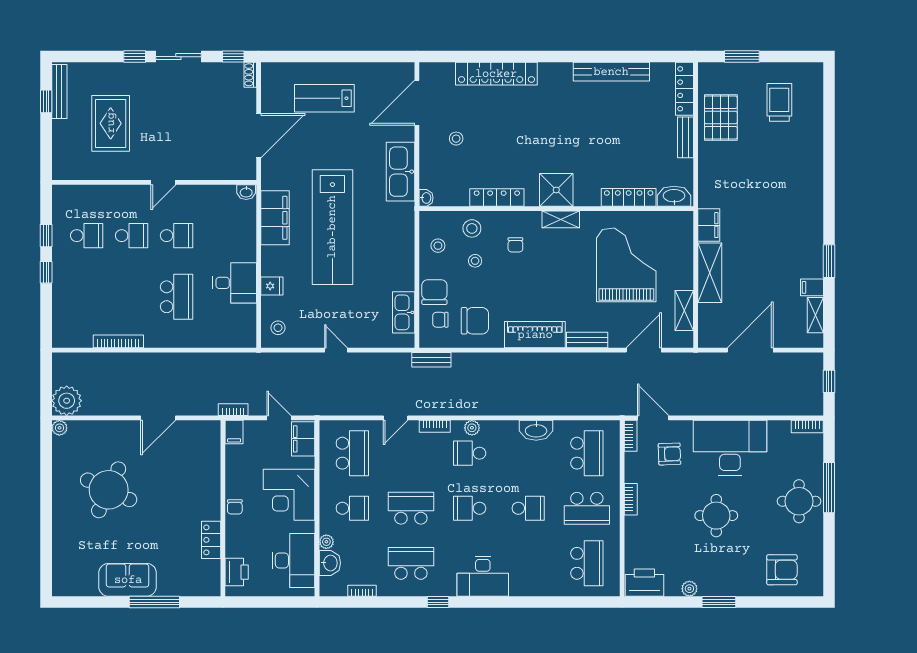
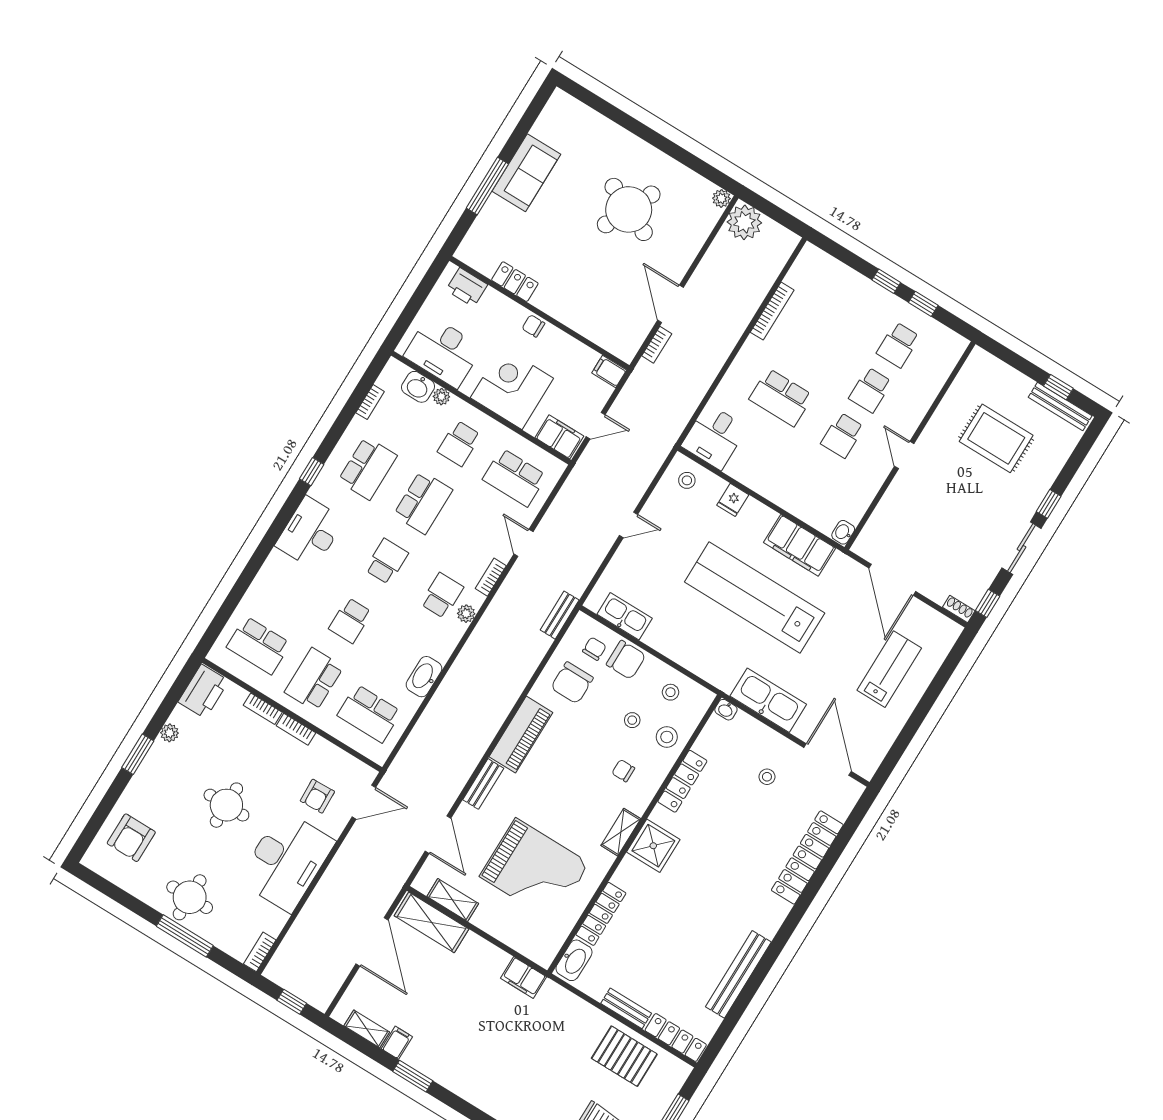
shelving: (710, 273) -> (432, 922), moved
desk: (234, 283) -> (714, 437), moved
bookcase: (233, 410) -> (657, 345), moved
bookcase: (631, 436) -> (263, 709), moved

